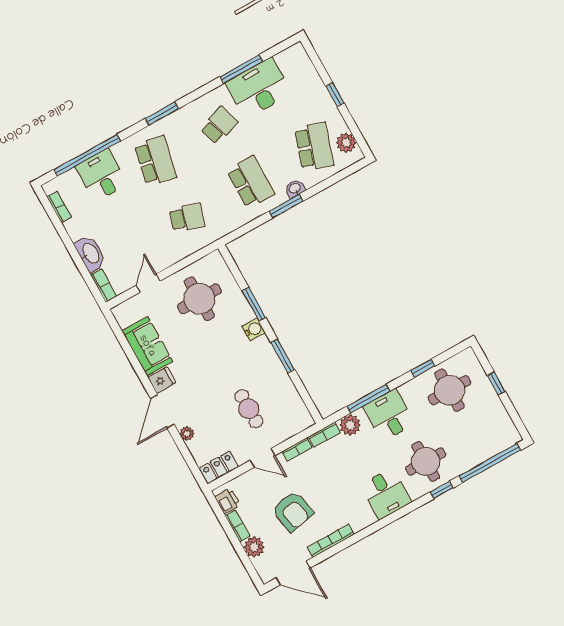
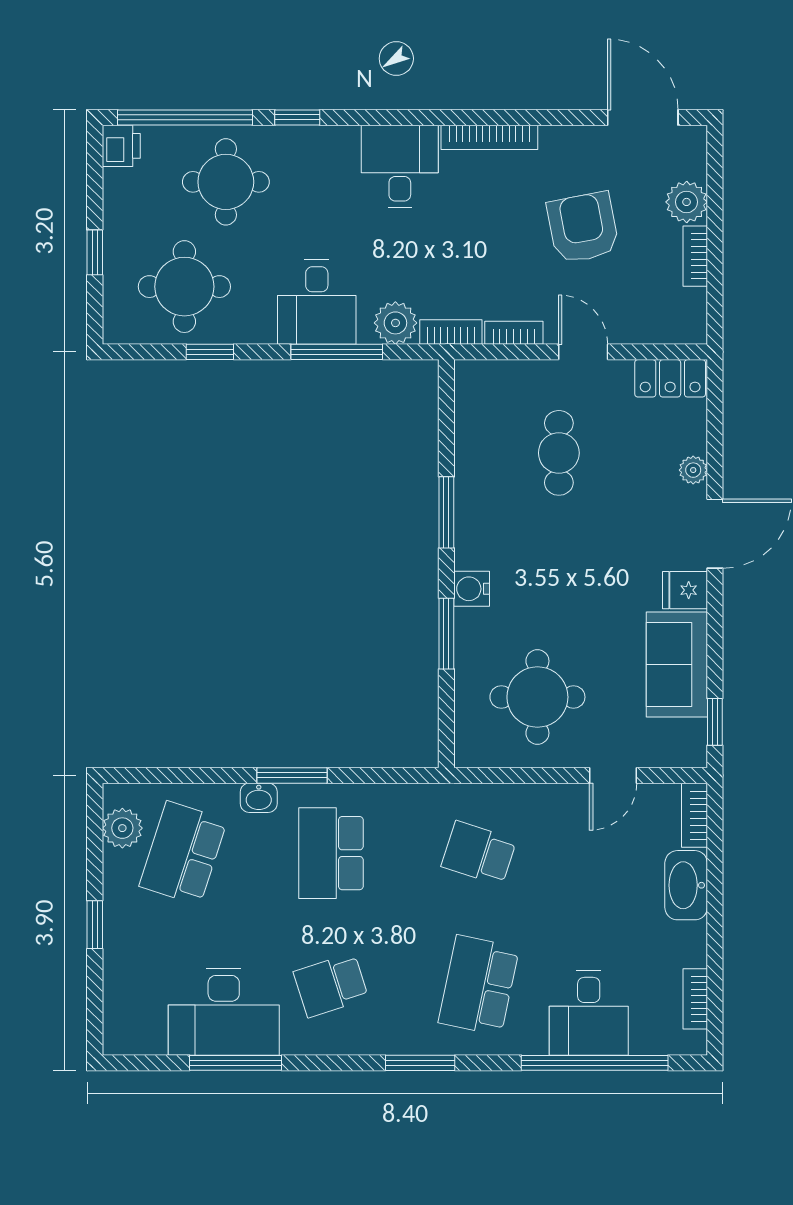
window: (117, 331) -> (715, 722), added
round table: (426, 461) -> (226, 182), moved
printer: (227, 501) -> (121, 146), moved, turned 180
bookcase: (331, 541) -> (489, 137), moved

